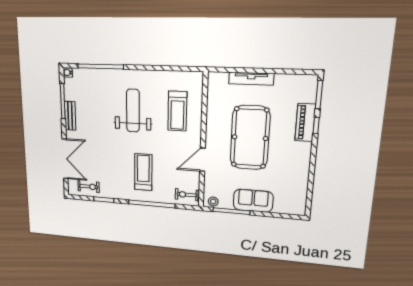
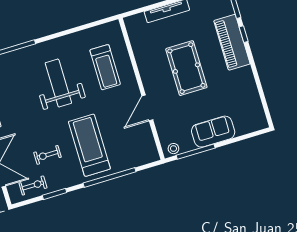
piano: (305, 123) -> (232, 42), width x1.37, depth x1.33
pool table: (250, 138) -> (186, 68), width x0.73, depth x0.76
treadmill: (143, 172) -> (89, 145), width x1.37, depth x1.38
exercise bike: (187, 195) -> (47, 155), moved

